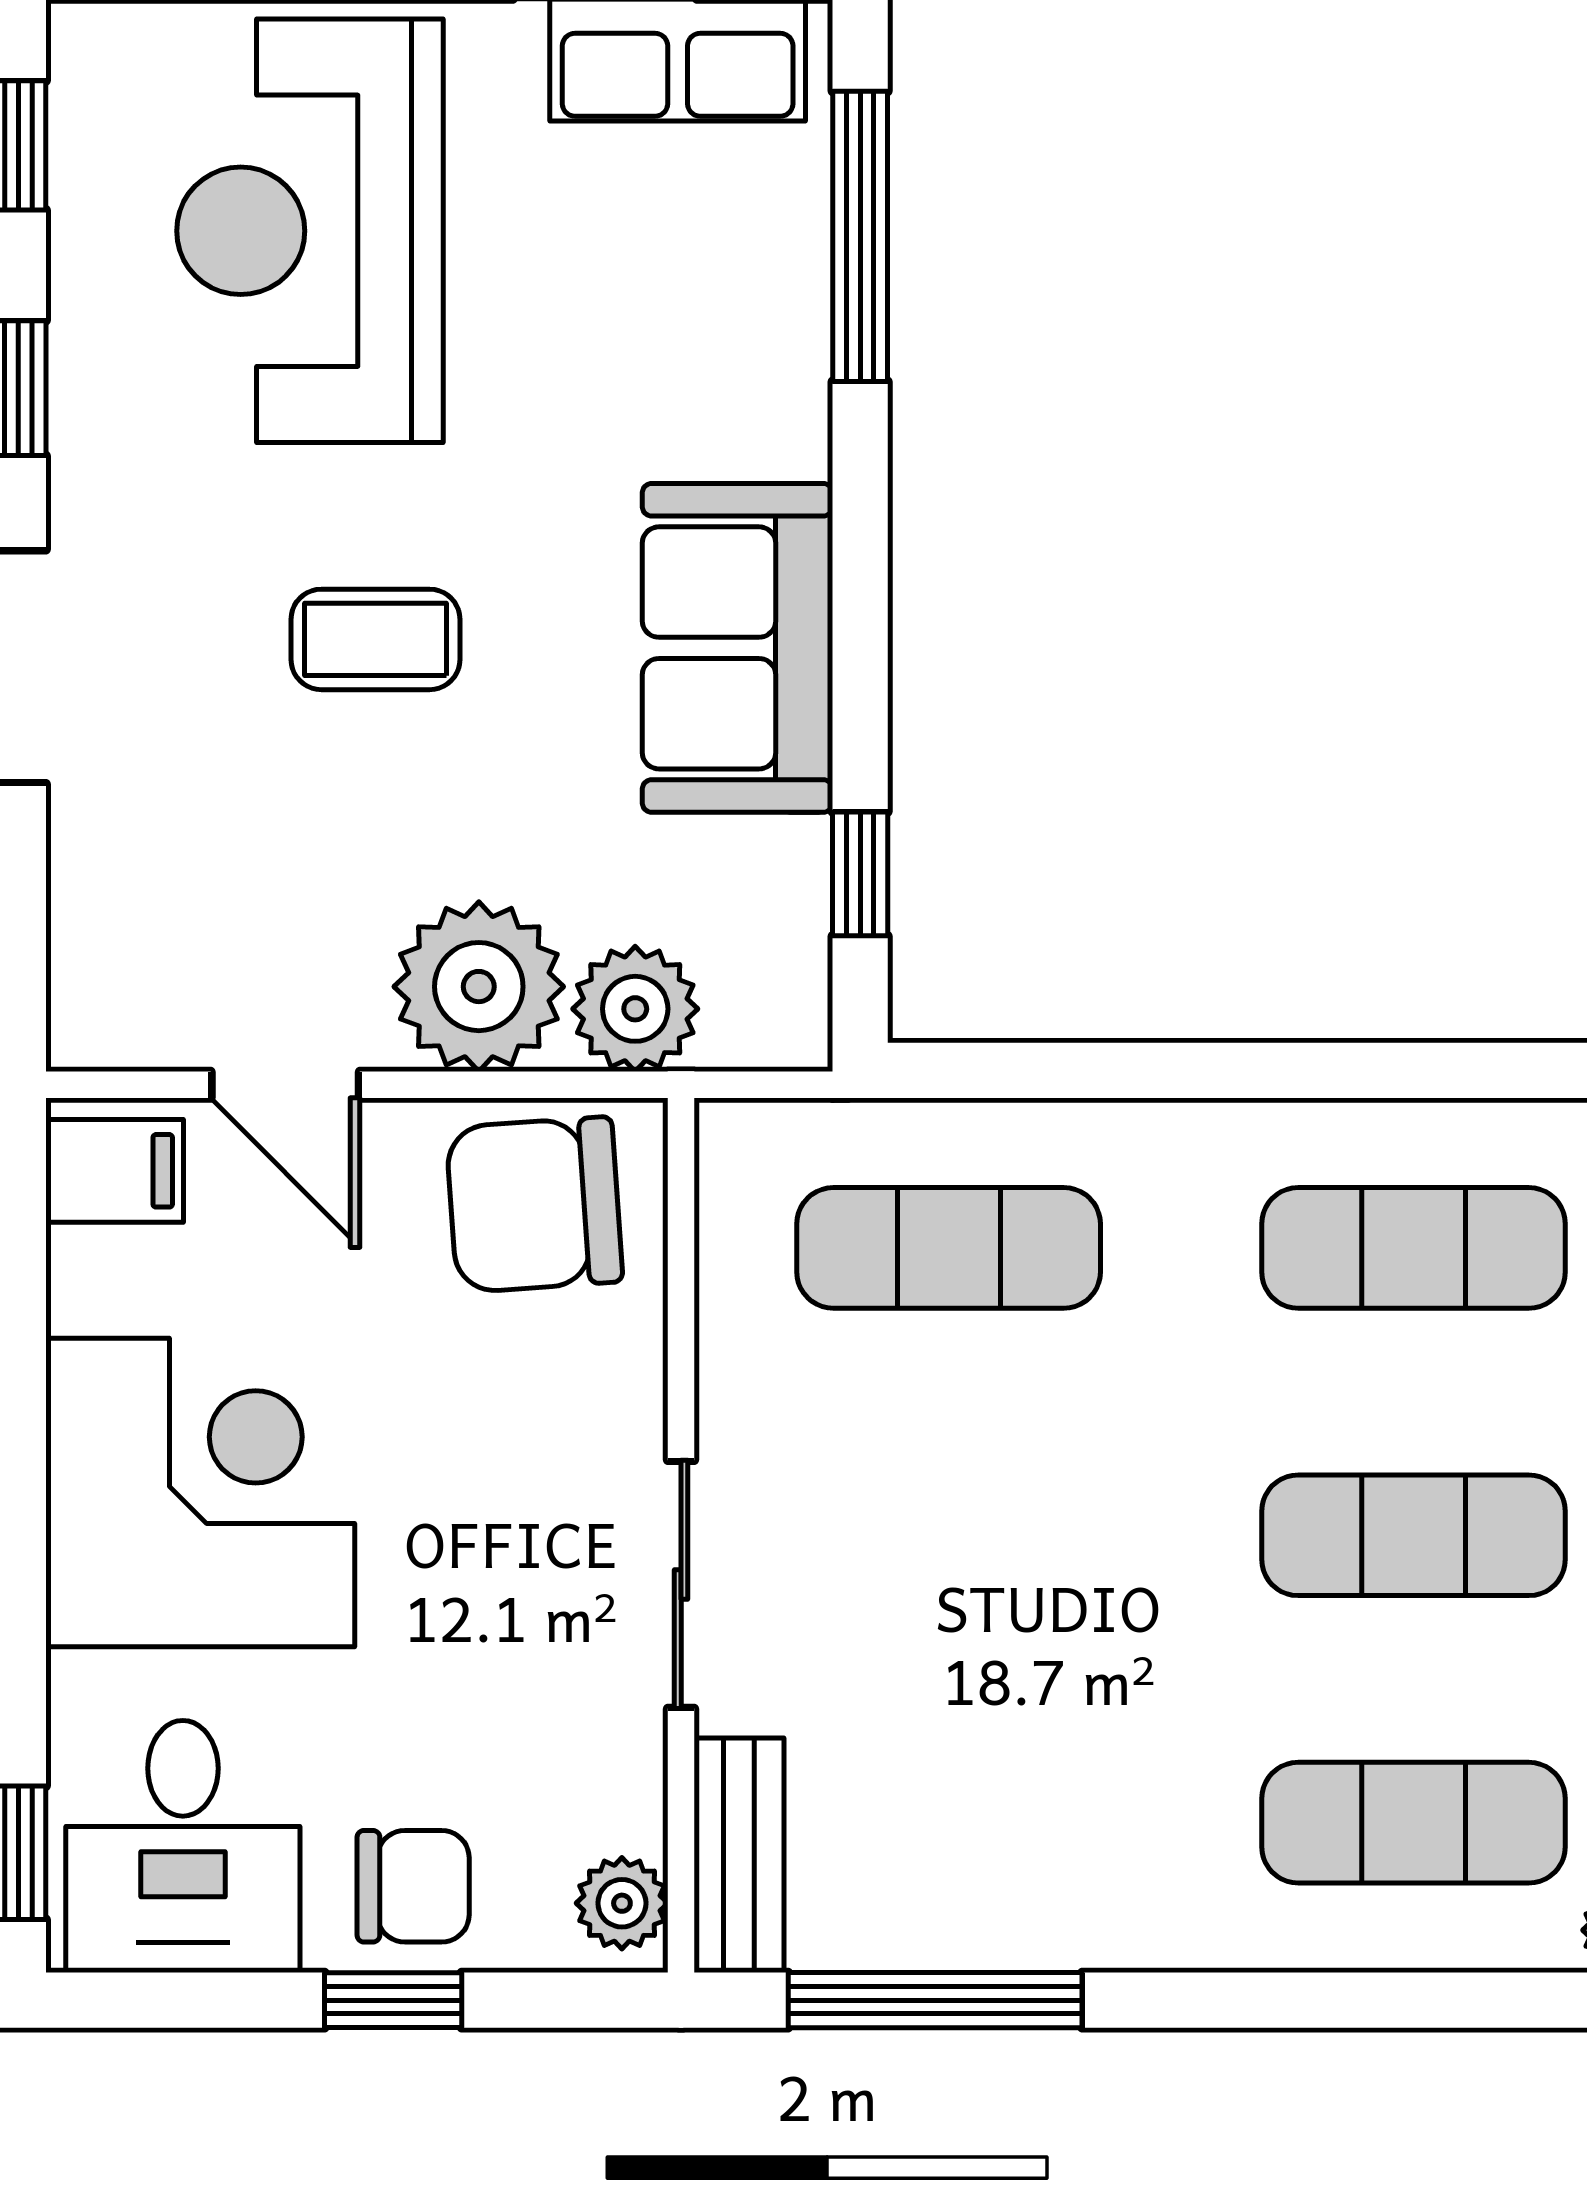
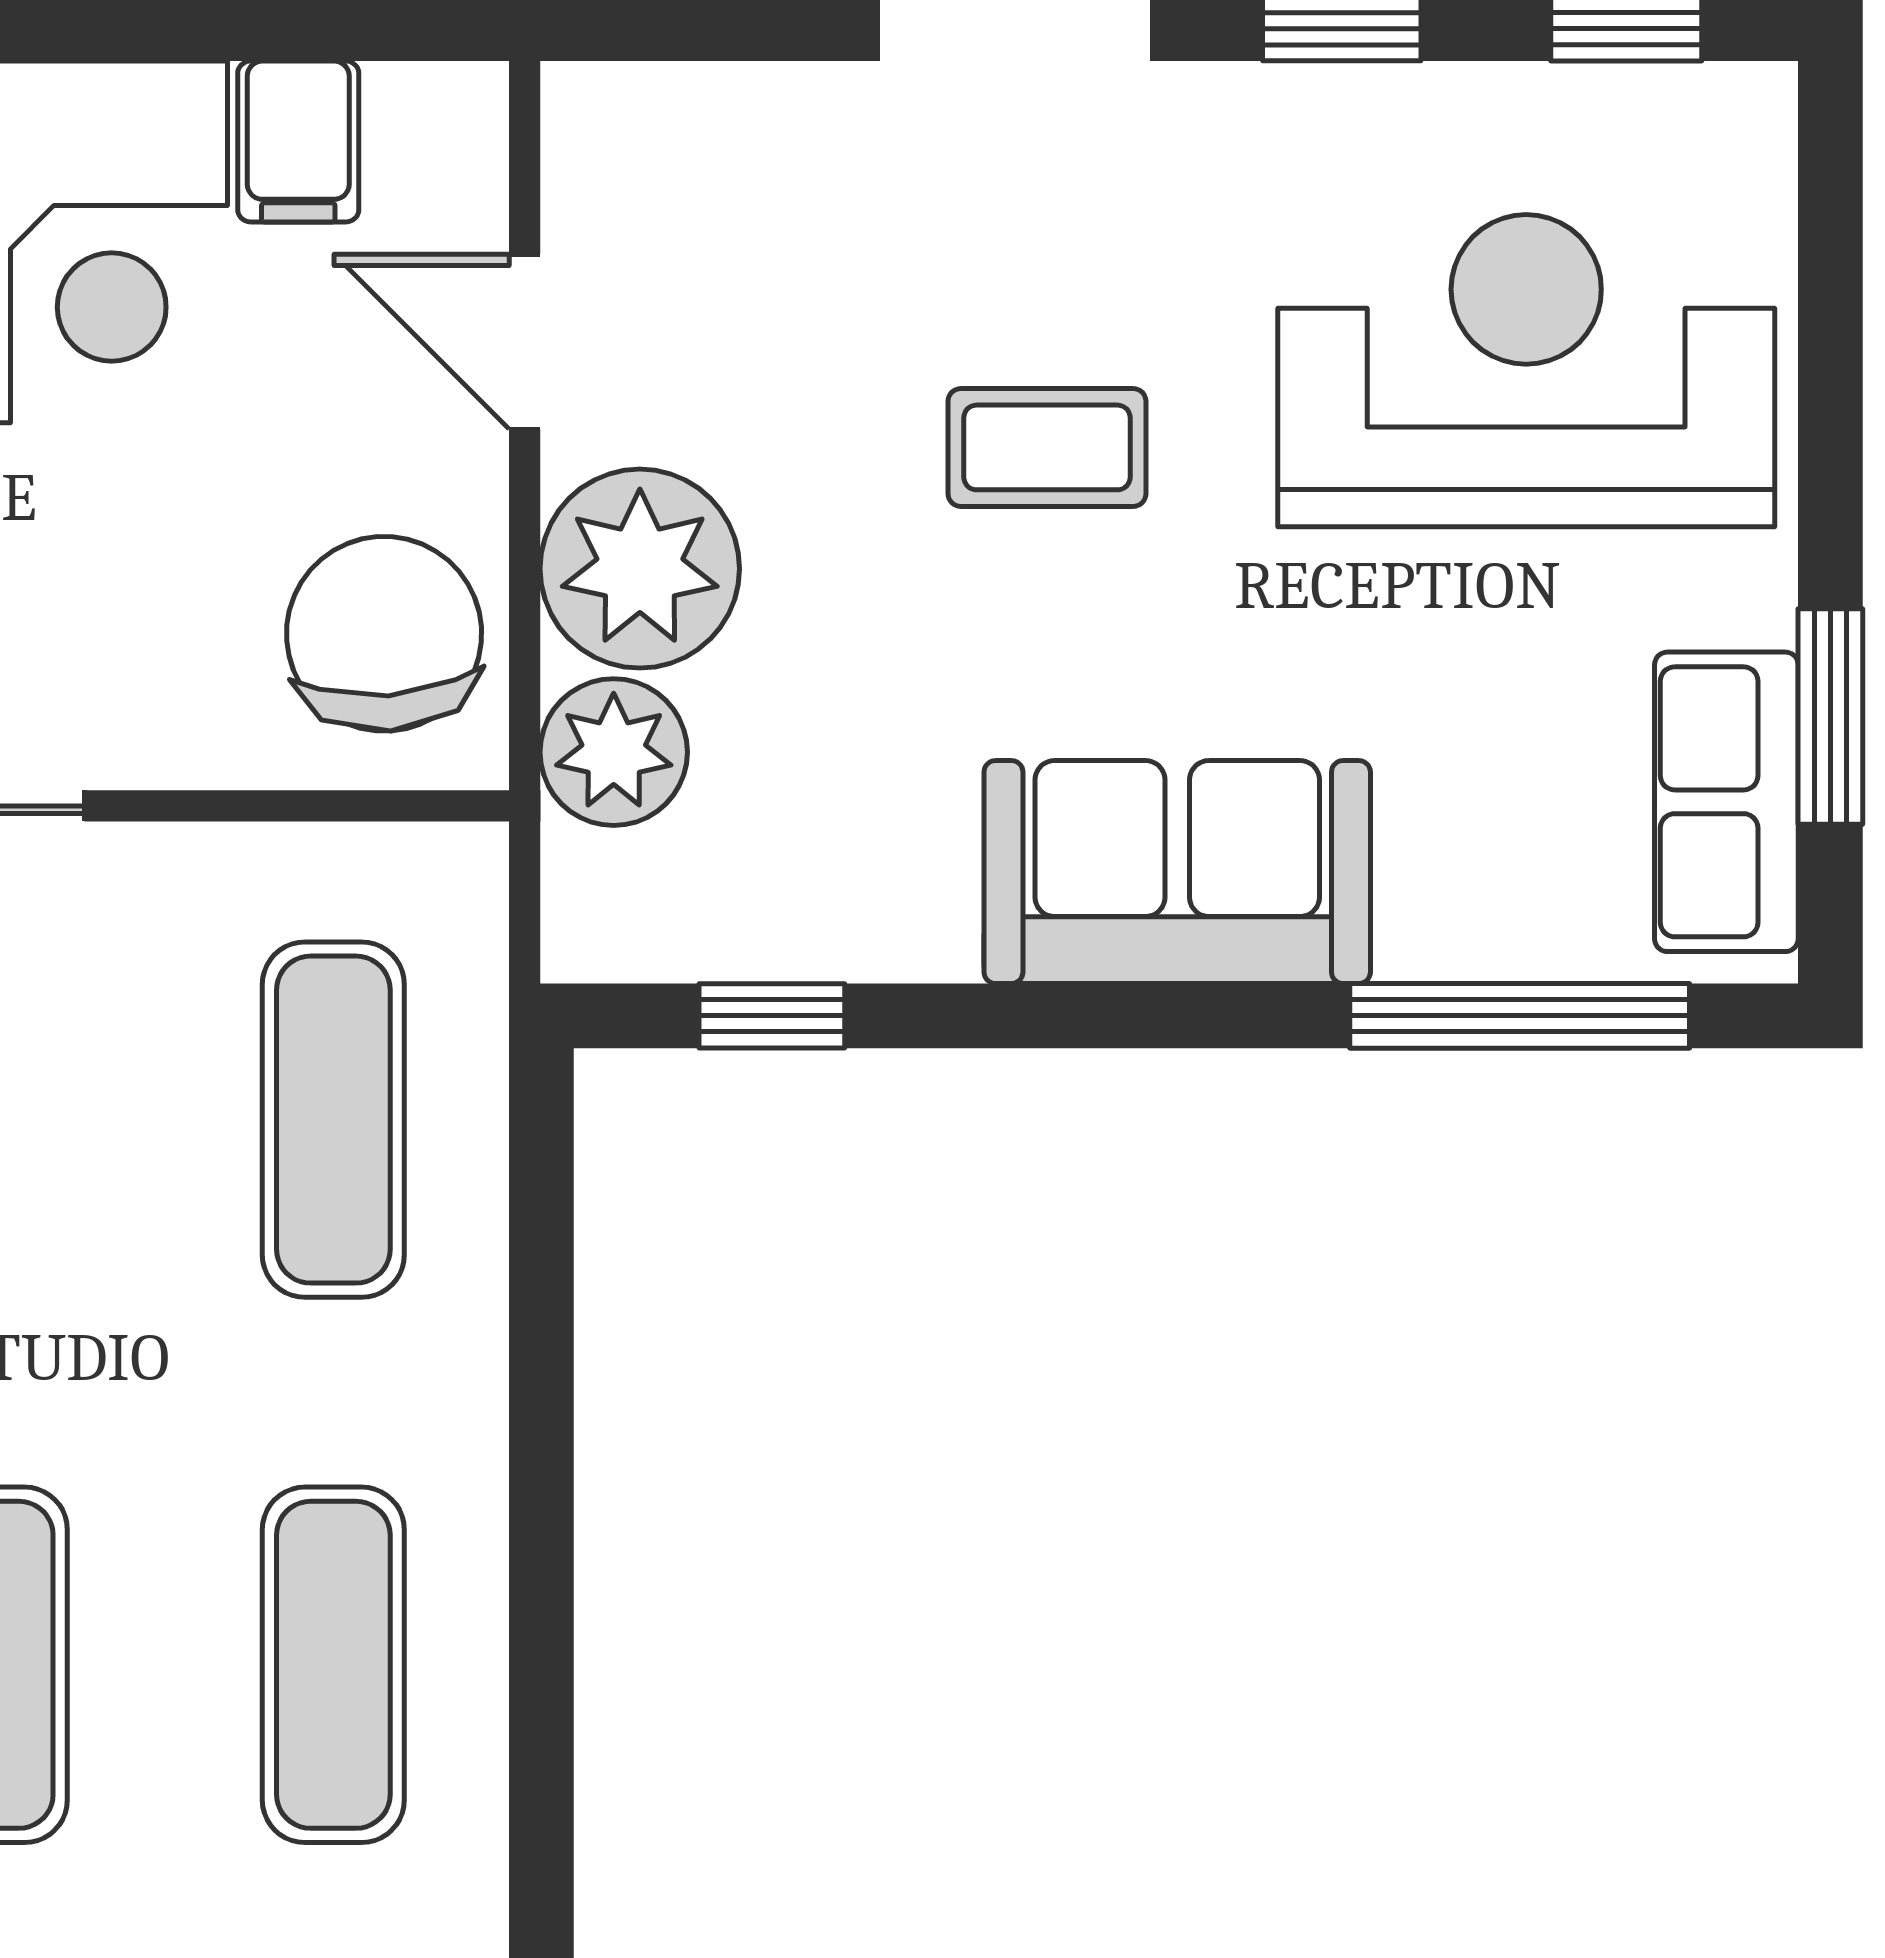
coffee table: (375, 639) -> (1047, 447), turned 90
sofa: (738, 648) -> (1177, 872), moved
door: (285, 1085) -> (525, 342), hinge flipped
filing cabinet: (115, 1171) -> (298, 141), moved

